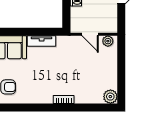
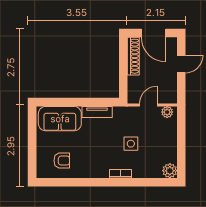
door: (90, 34) -> (148, 105), swing flipped
side table: (73, 71) -> (131, 144), added

